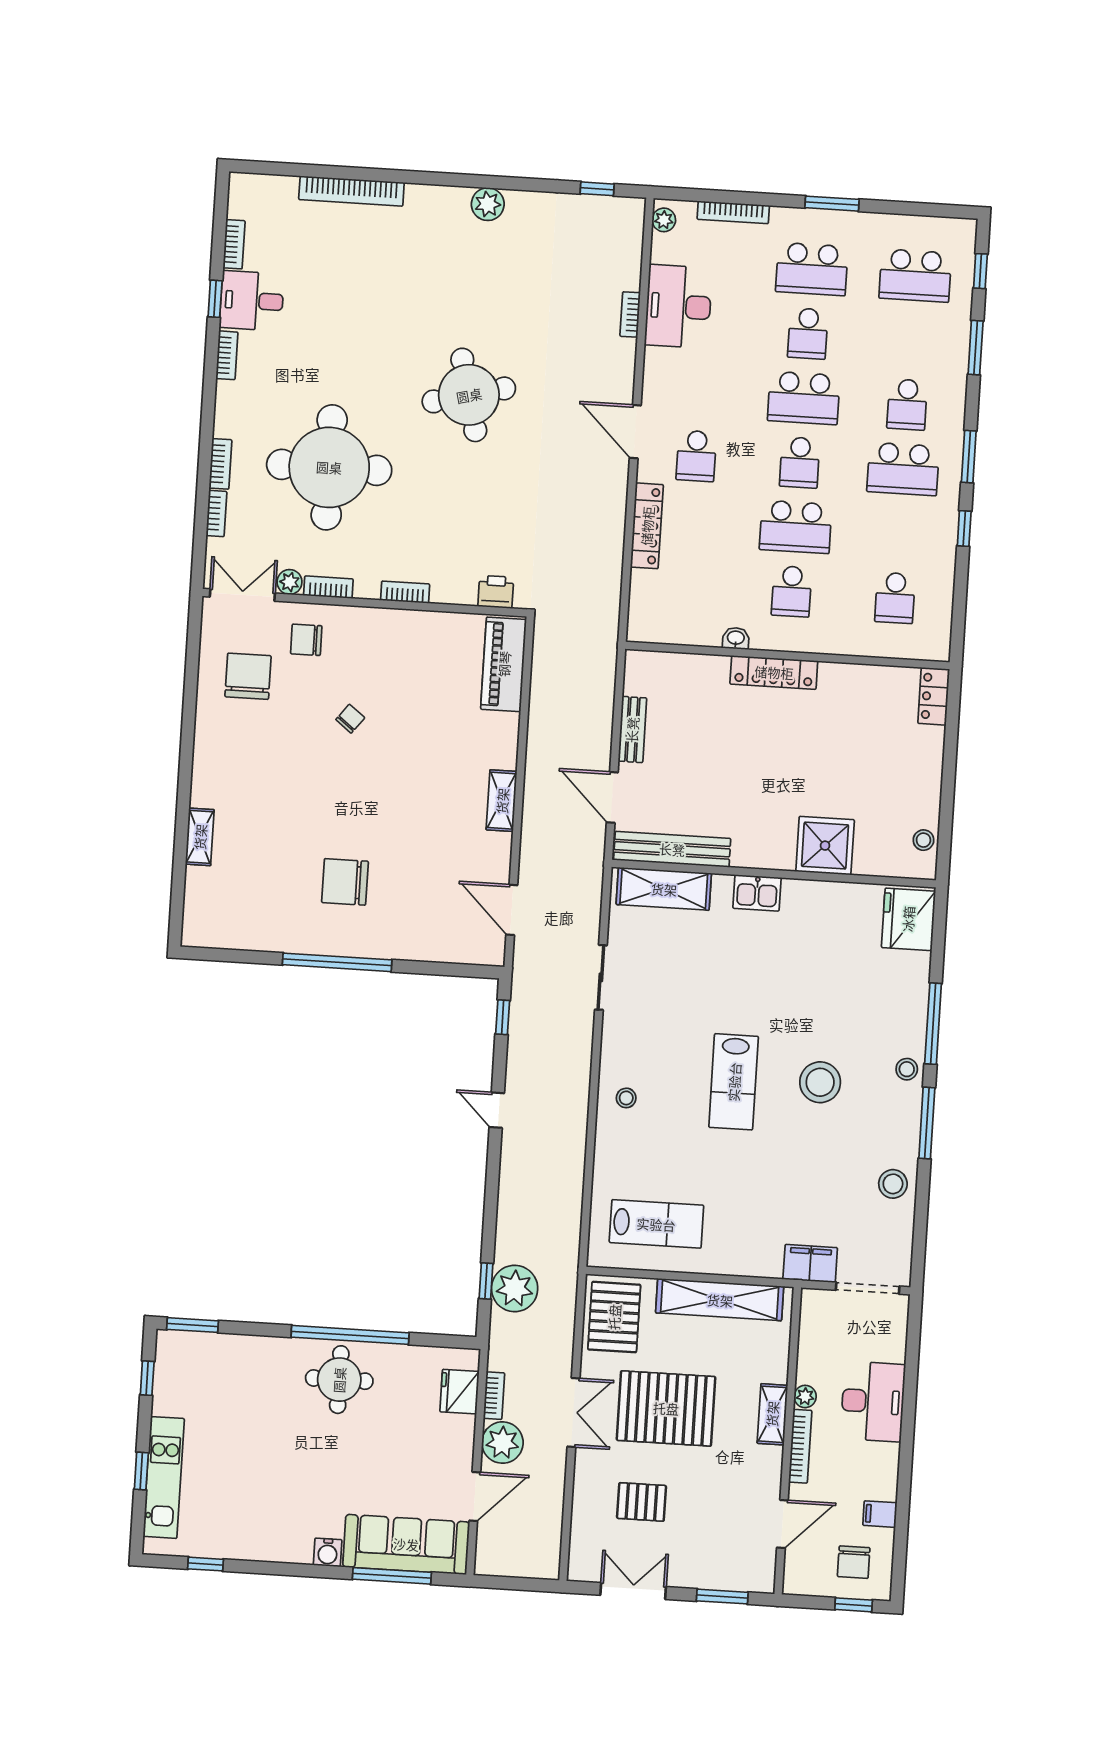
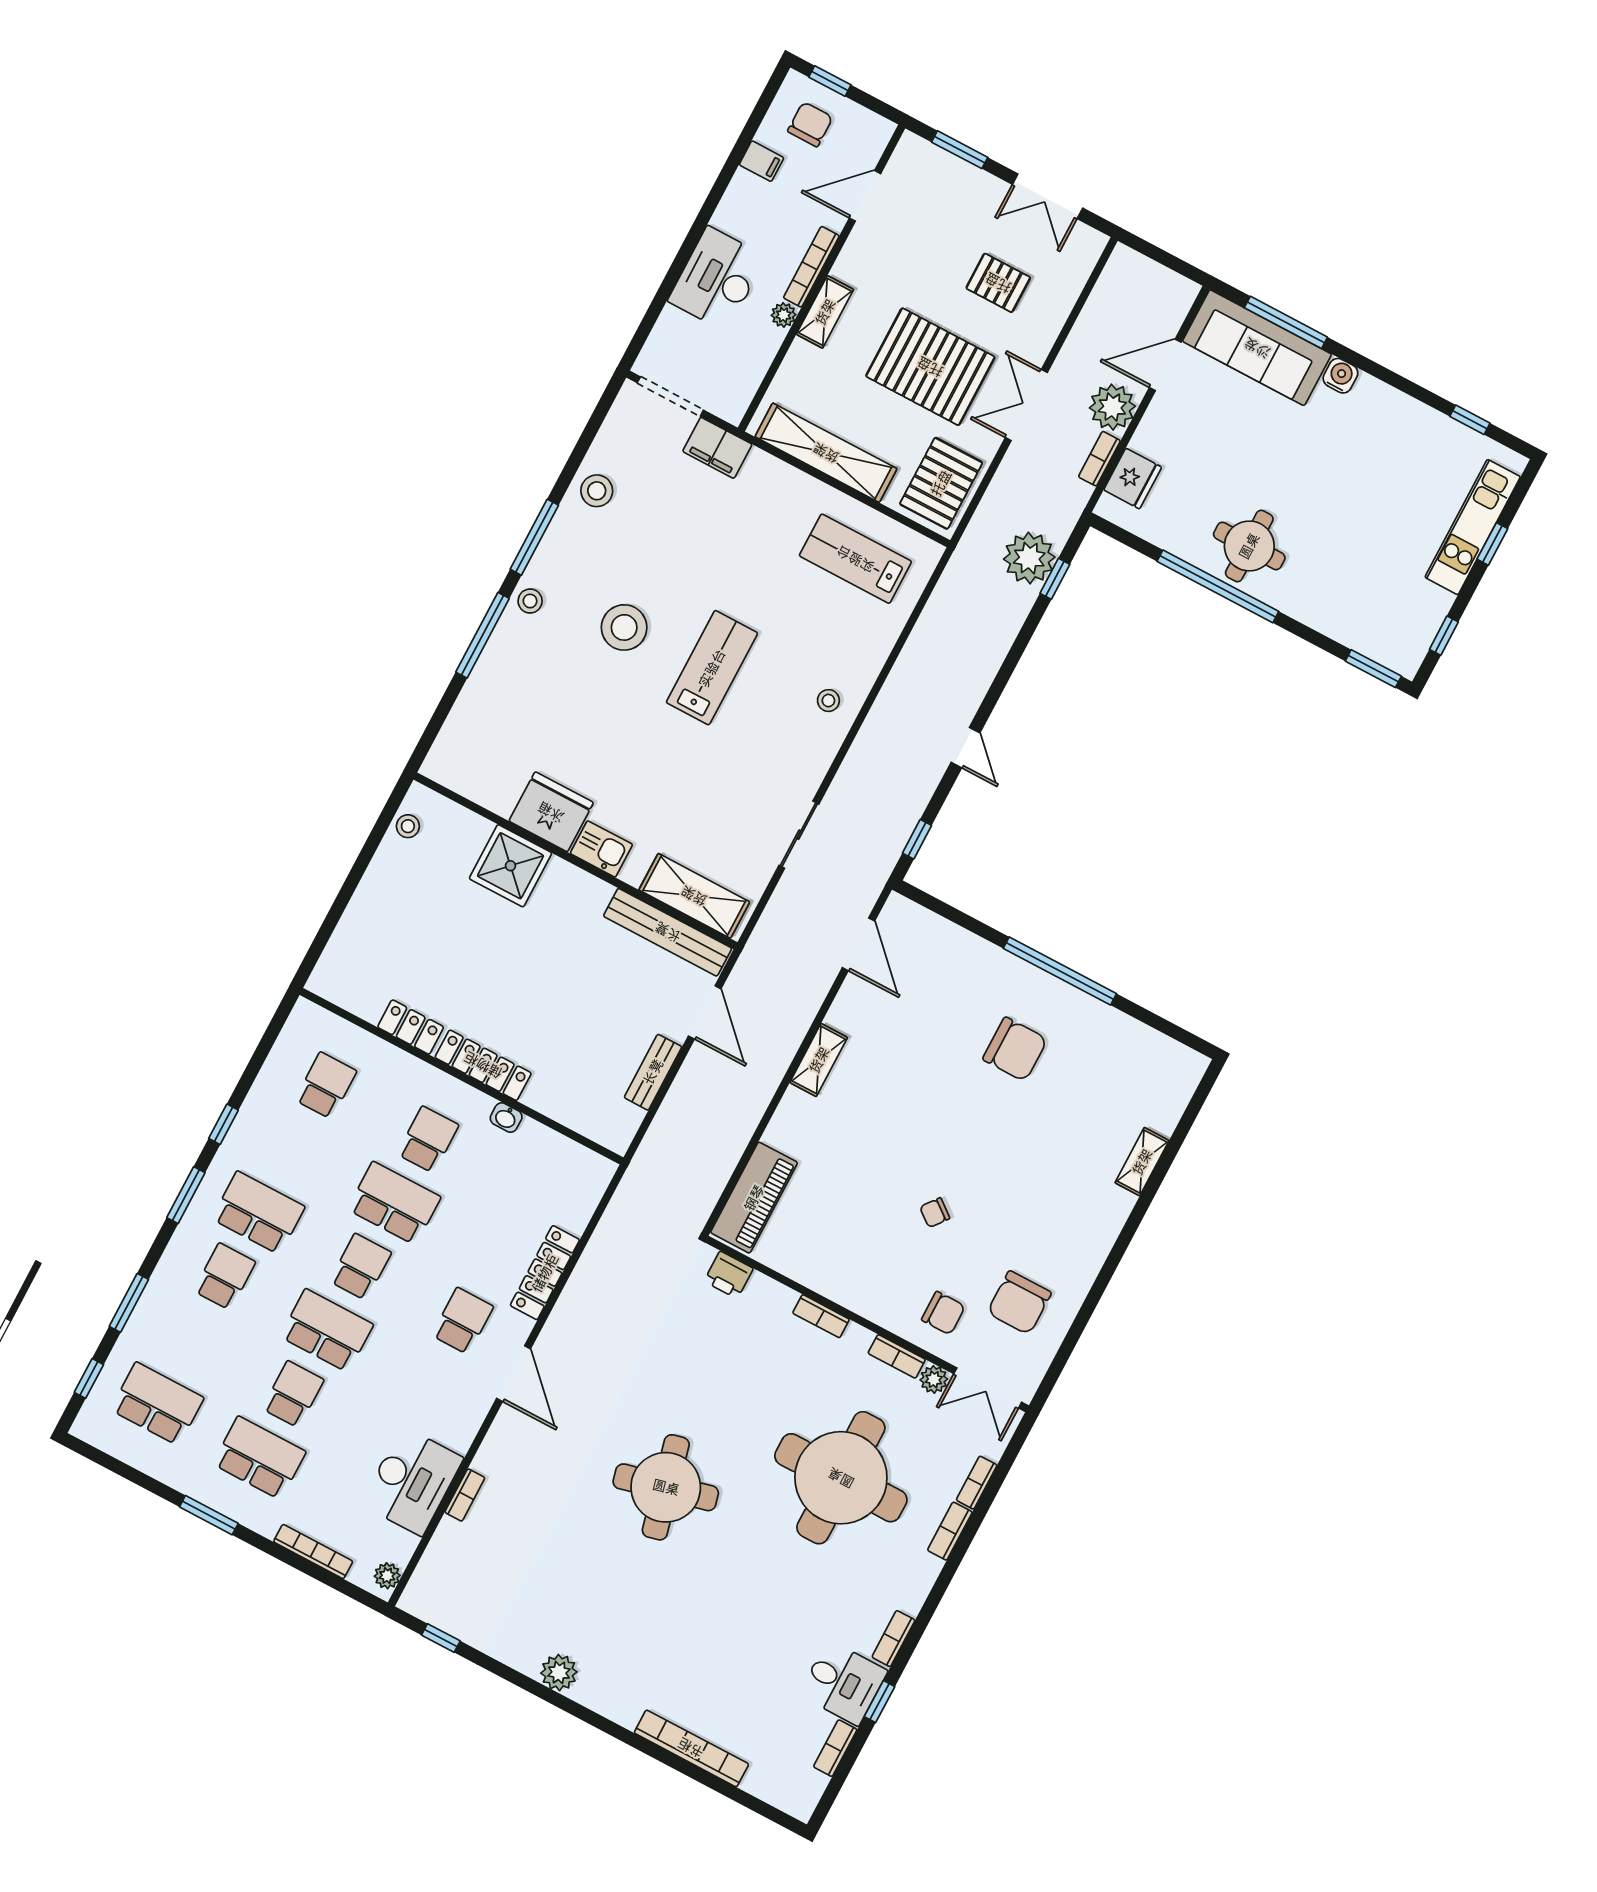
locker: (934, 696) -> (411, 1027), moved, turned -90
fridge: (908, 919) -> (551, 812), moved, turned -90

